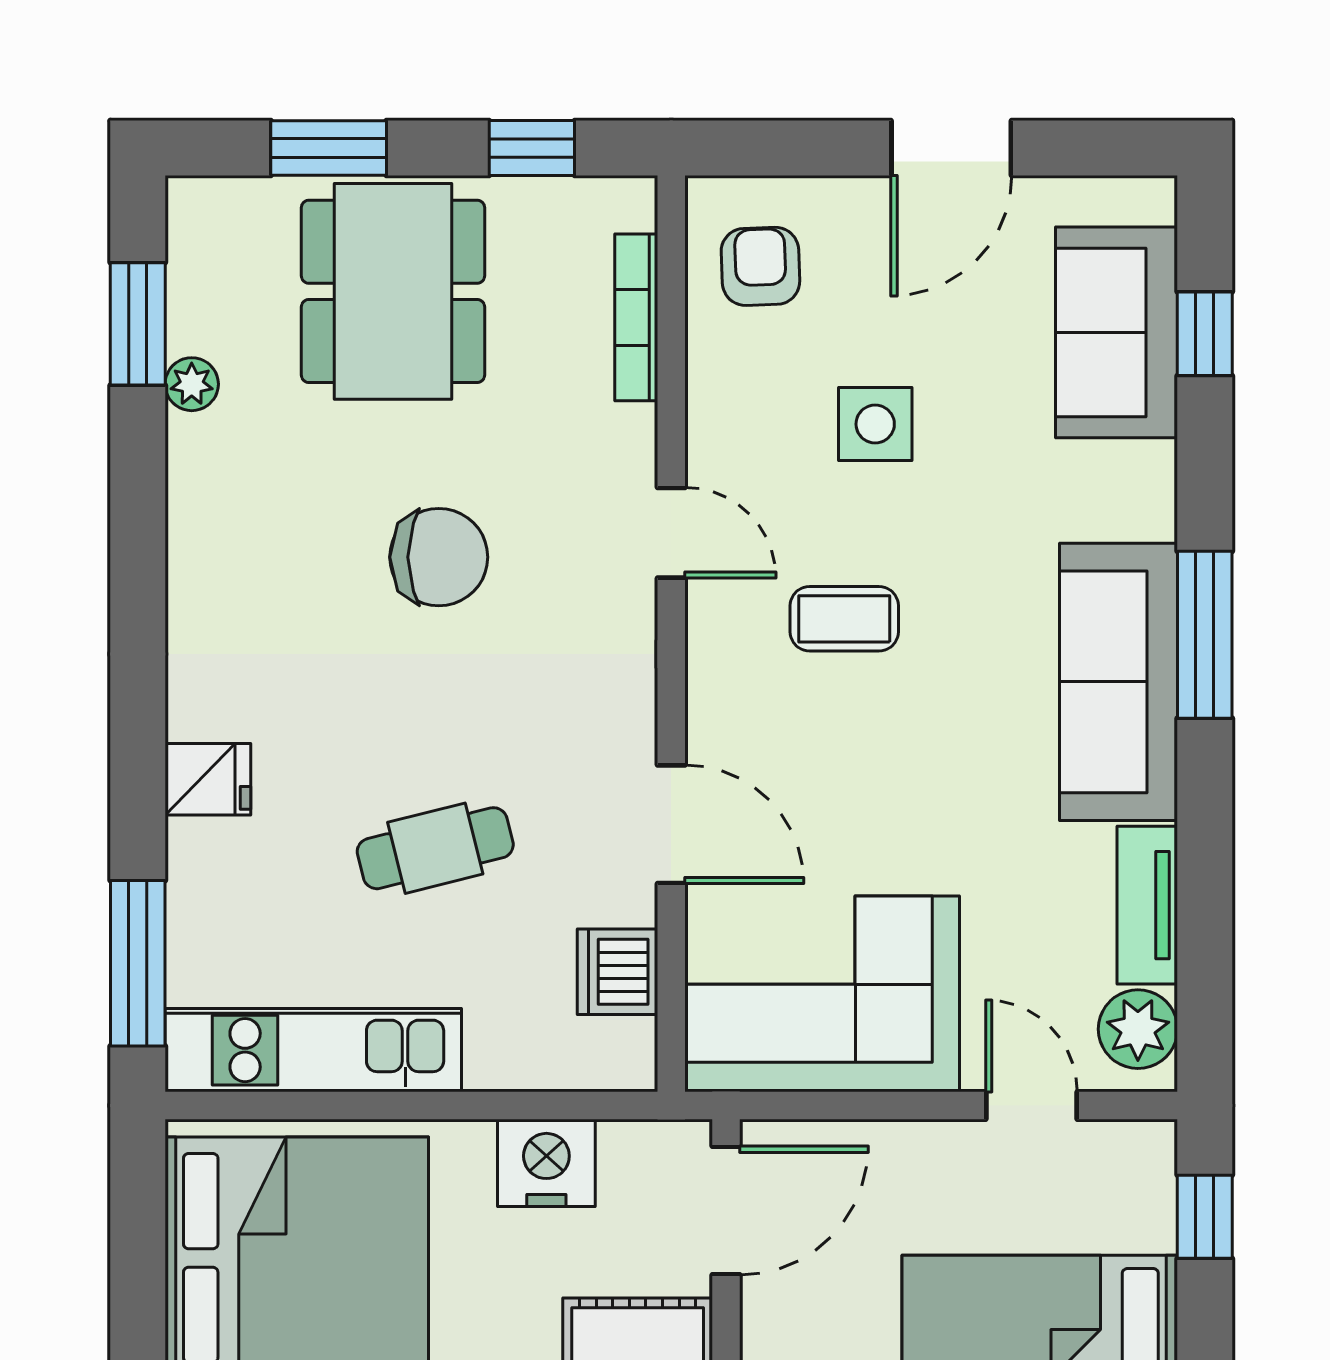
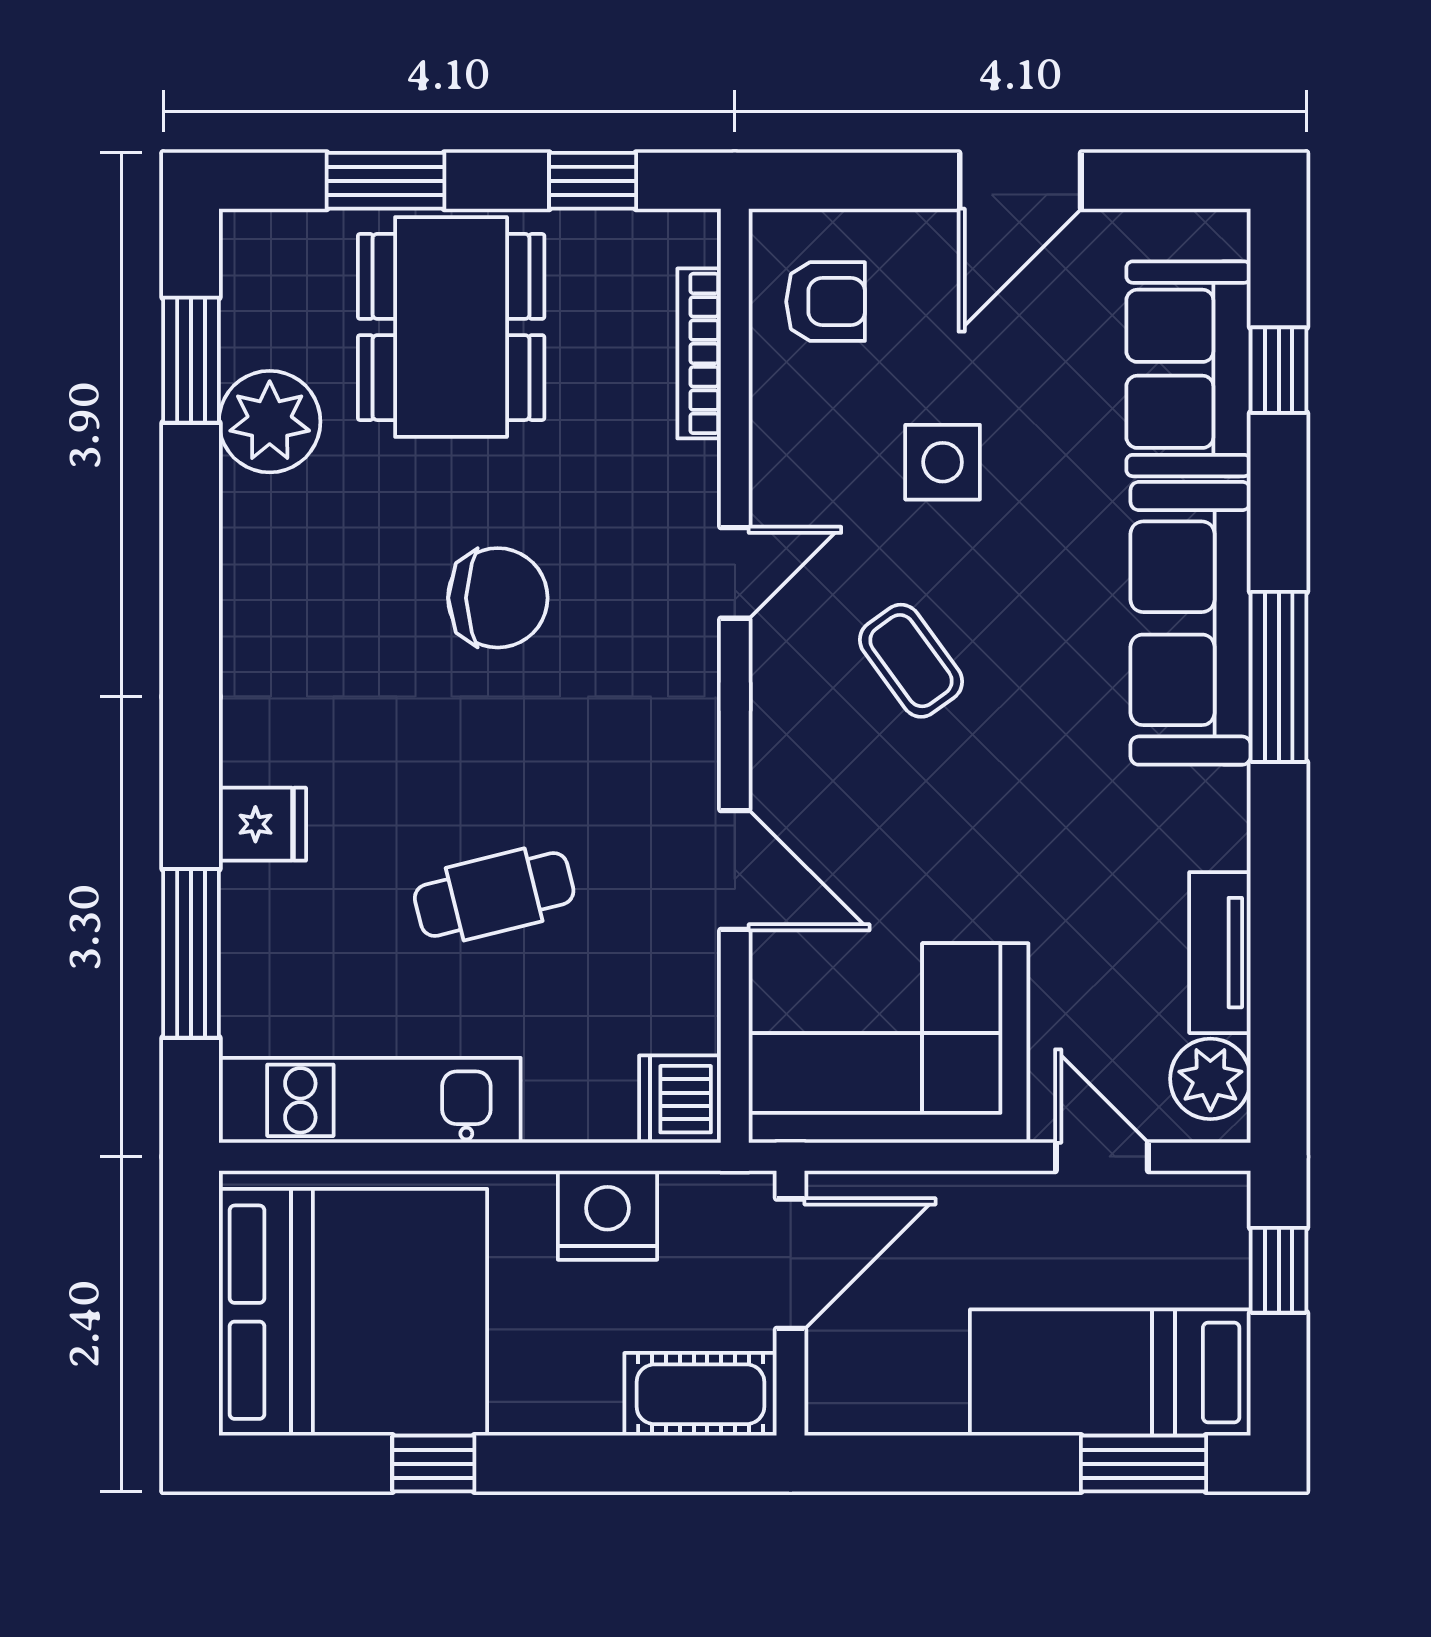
armchair: (760, 266) -> (826, 302), turned 92
plant: (192, 384) -> (270, 422), width x1.88, depth x1.88
door: (671, 533) -> (735, 573), hinge flipped
coffee table: (844, 619) -> (911, 661), turned 54
sofa: (1119, 682) -> (1191, 623), moved
window: (138, 963) -> (191, 953), moved
dishwasher: (618, 972) -> (680, 1099), moved

